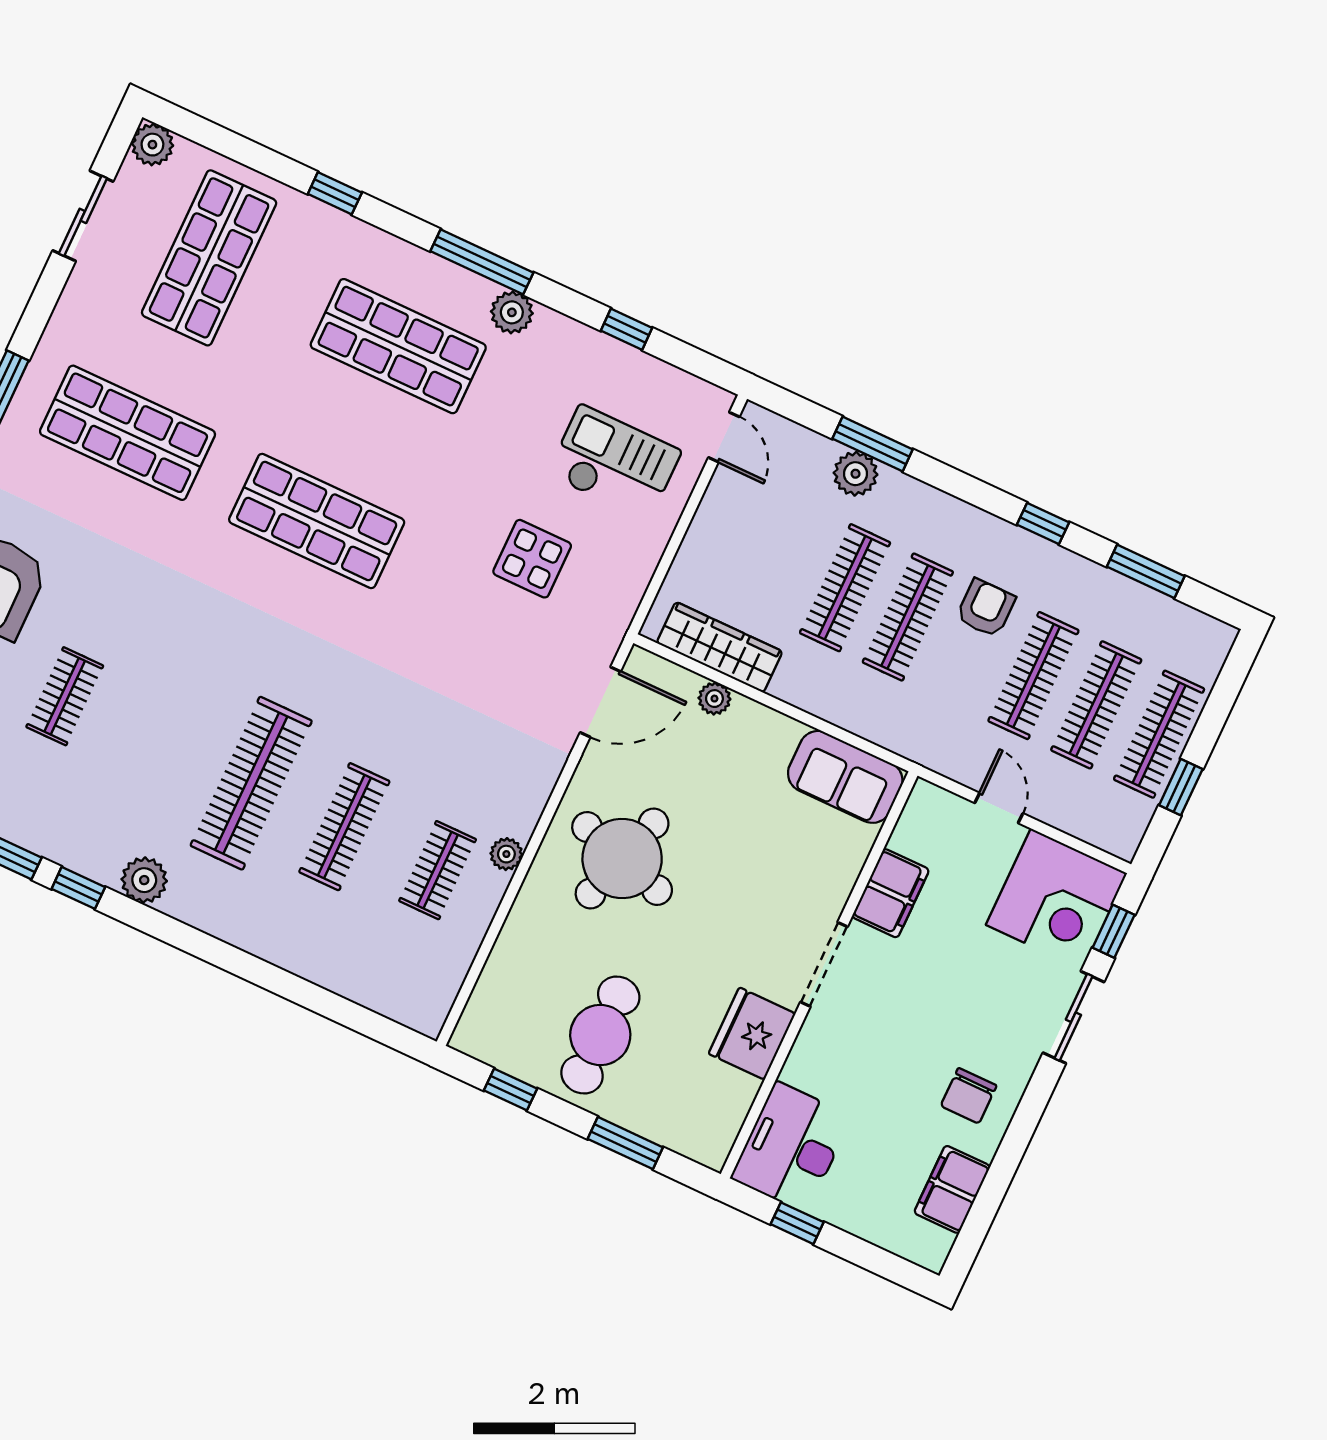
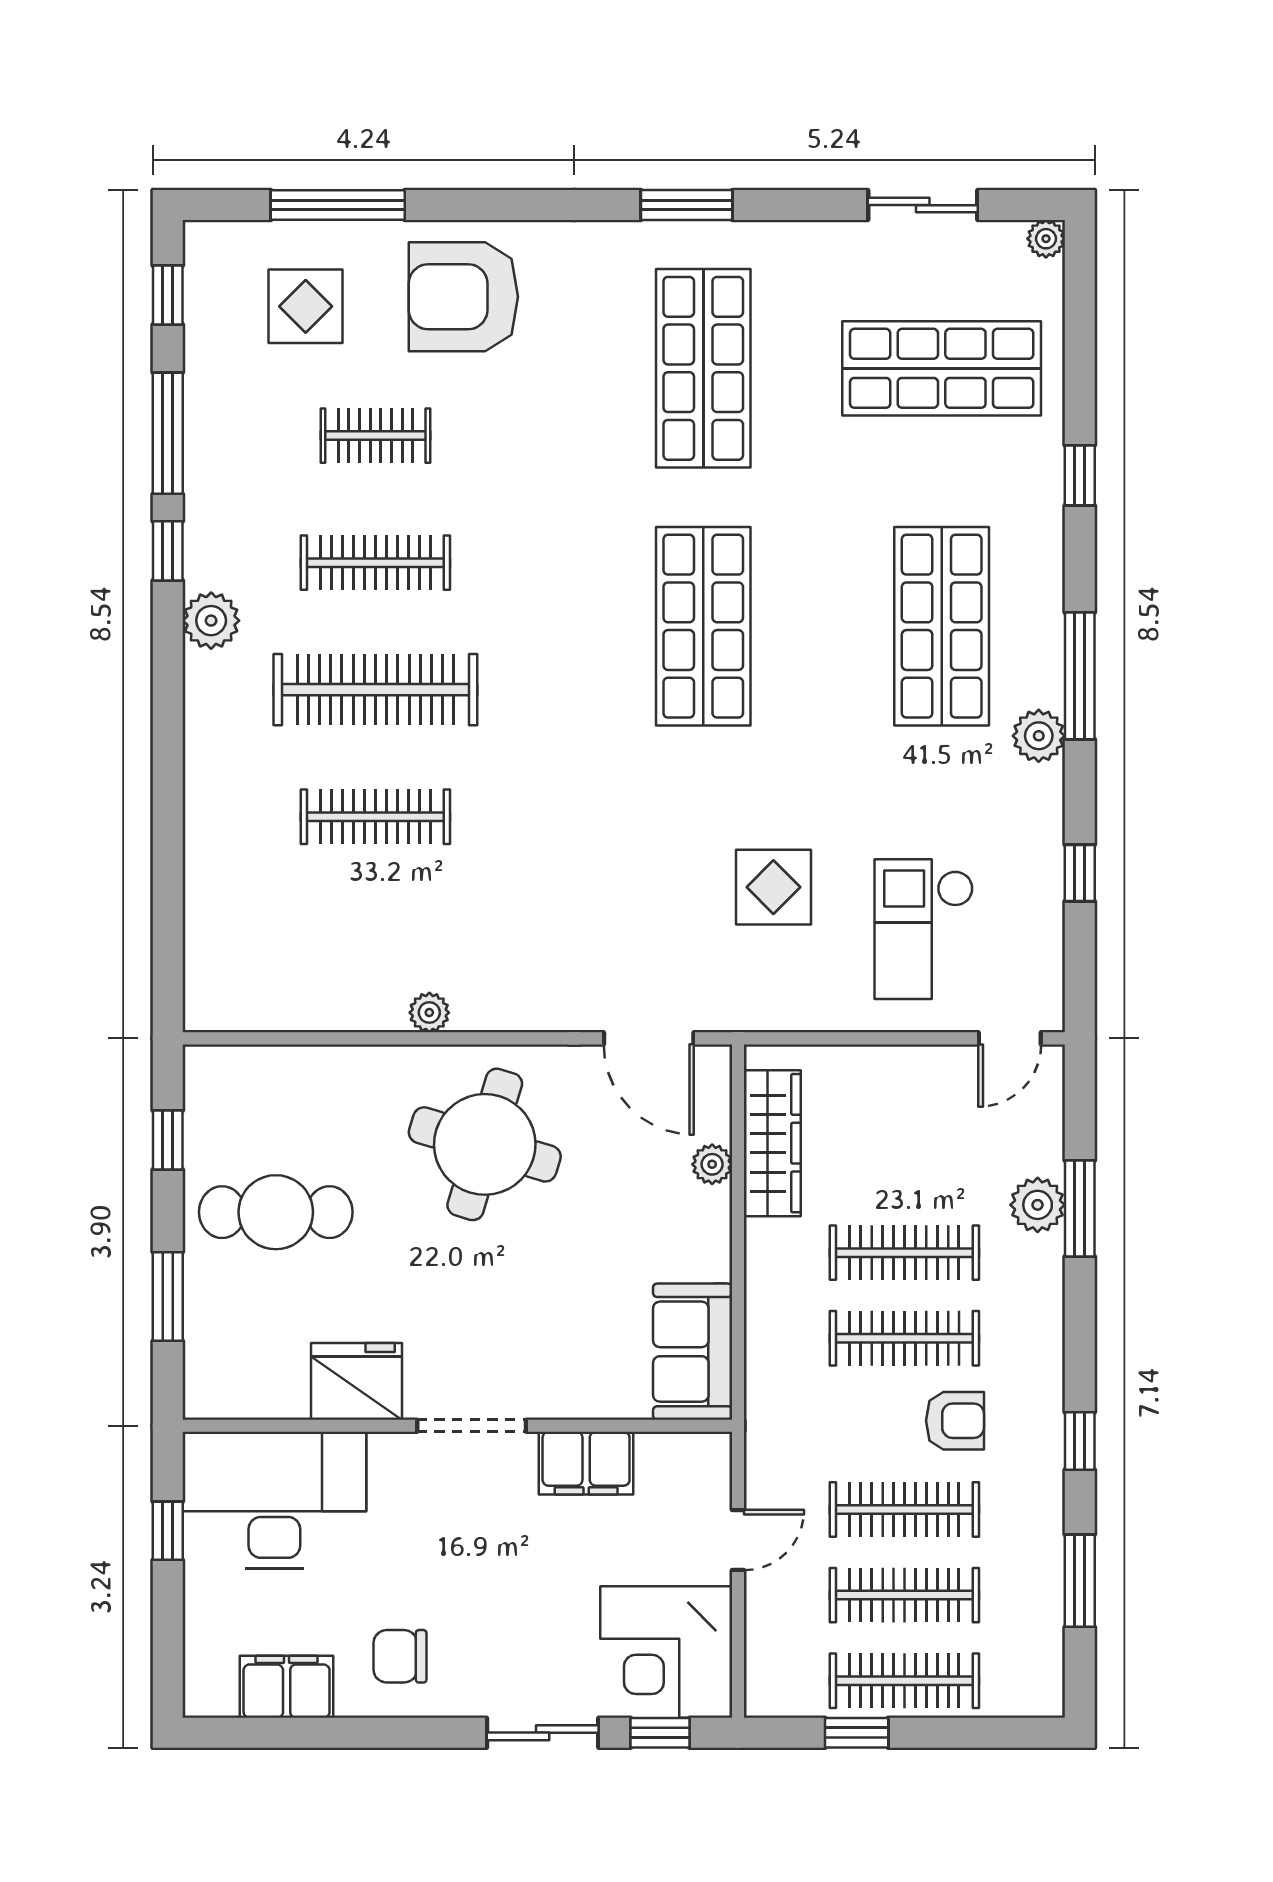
plant: (152, 145) -> (1046, 239), width x0.73, depth x0.73
checkout: (614, 463) -> (924, 929), turned 180
clothes rail: (438, 870) -> (375, 563), moved, width x1.36
desk: (791, 1147) -> (274, 1500), width x1.36, depth x1.30

